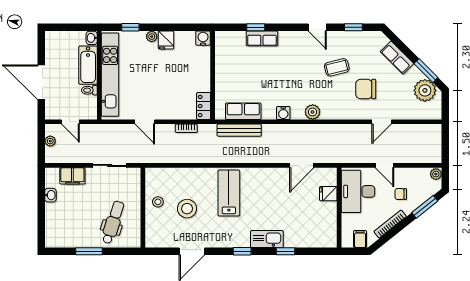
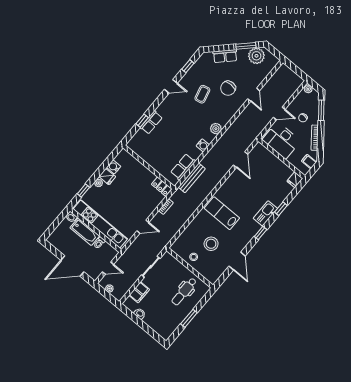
water cooler: (203, 38) -> (114, 167), moved
fridge: (328, 194) -> (295, 180), moved
dental chair: (113, 222) -> (184, 292), turned -108

